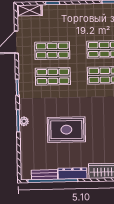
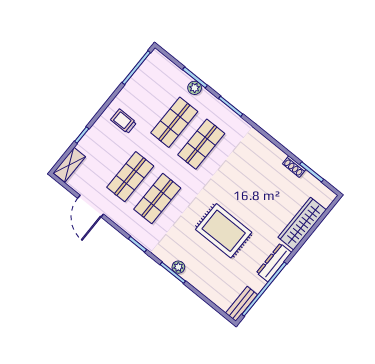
trolley: (81, 20) -> (124, 121), added
rug: (66, 130) -> (224, 231), turned 90
bench: (44, 175) -> (241, 304), moved

